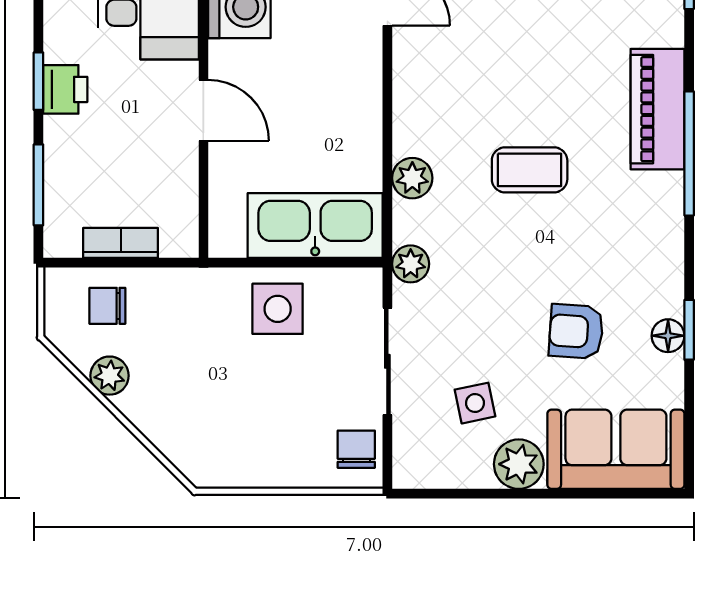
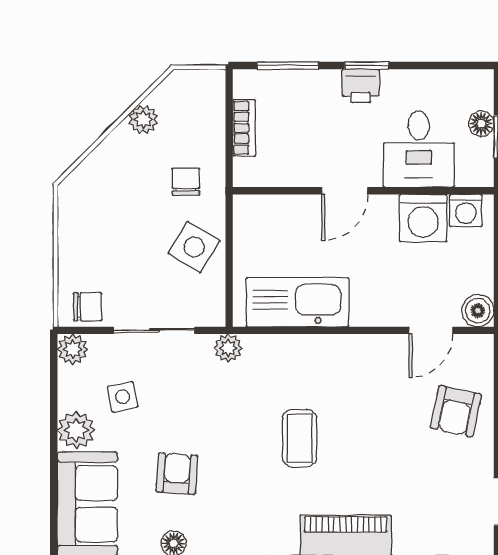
plant: (412, 178) -> (73, 349), moved
kitchen sink: (315, 225) -> (298, 302), moved, turned -90
chair: (107, 306) -> (186, 182), moved
side table: (278, 309) -> (194, 247), turned 31

